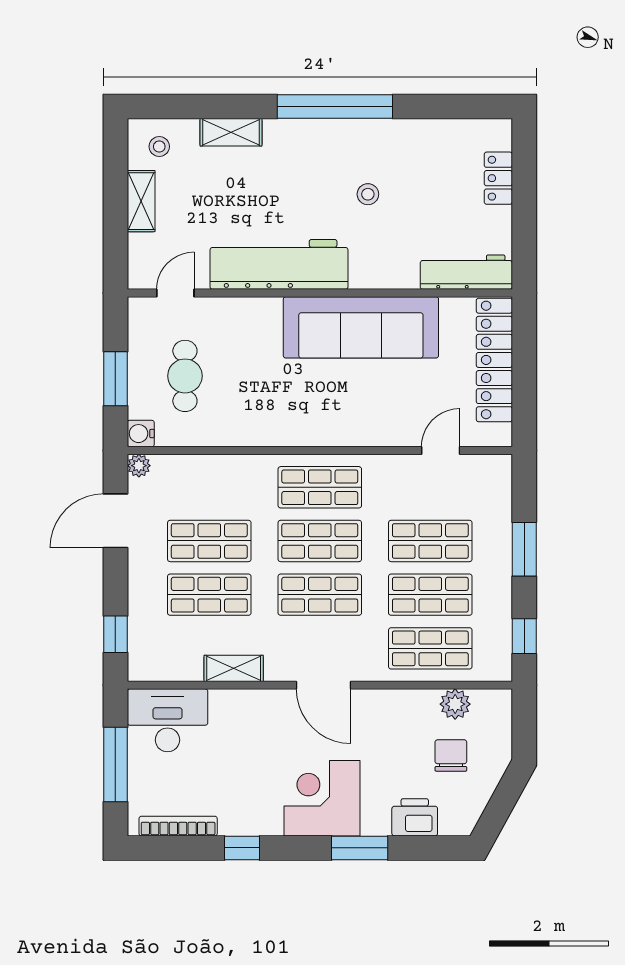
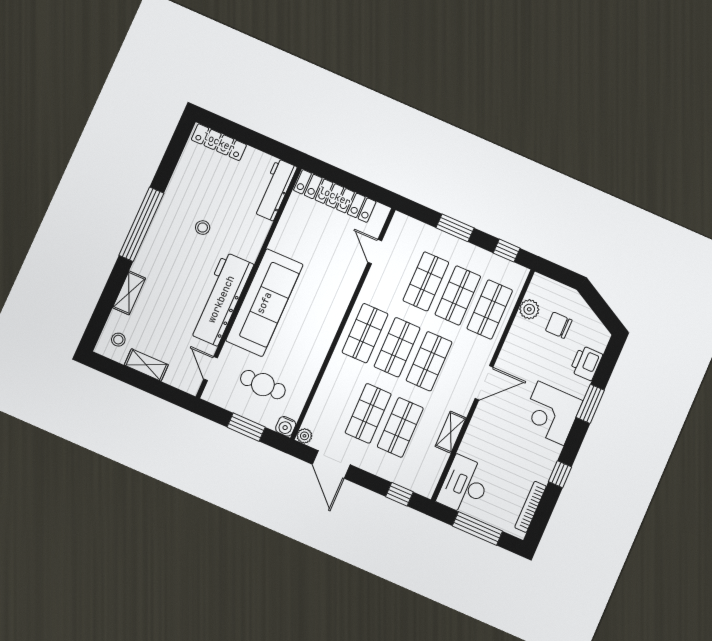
locker: (498, 178) -> (219, 142), width x1.53
sofa: (361, 327) -> (264, 303), moved

